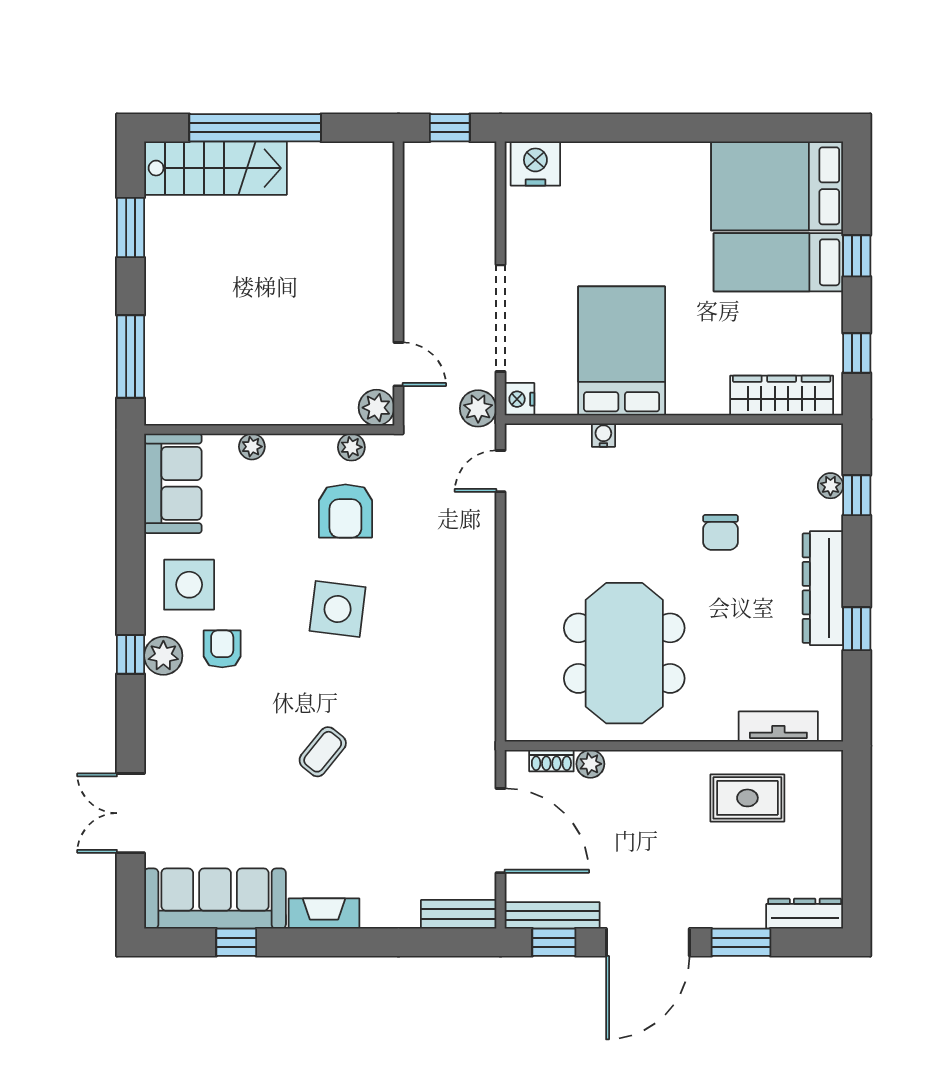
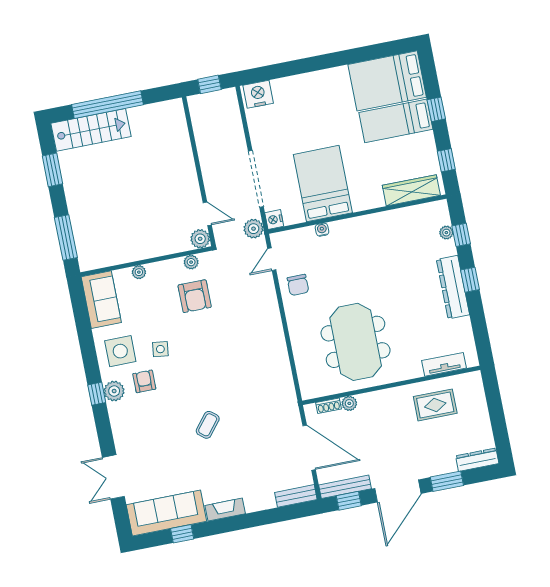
chair: (721, 532) -> (298, 285), moved
side table: (338, 609) -> (160, 349), moved, width x0.54, depth x0.54
window: (857, 629) -> (470, 280), moved

